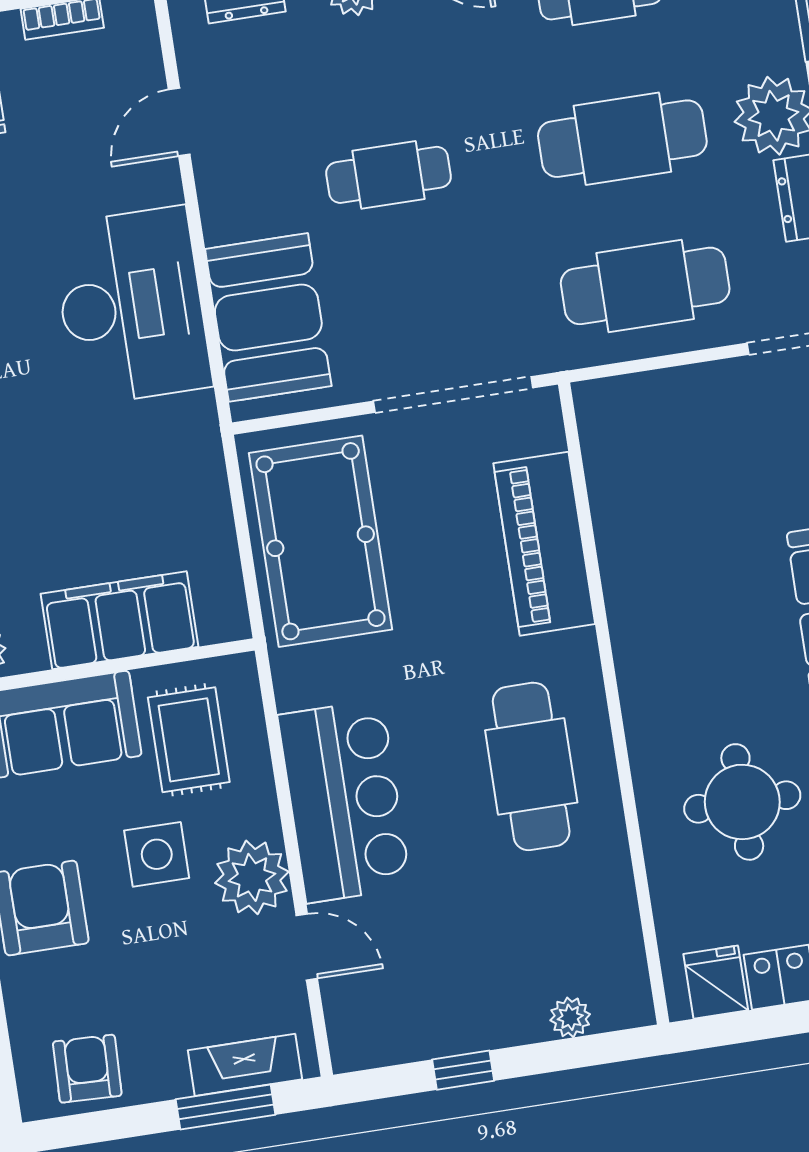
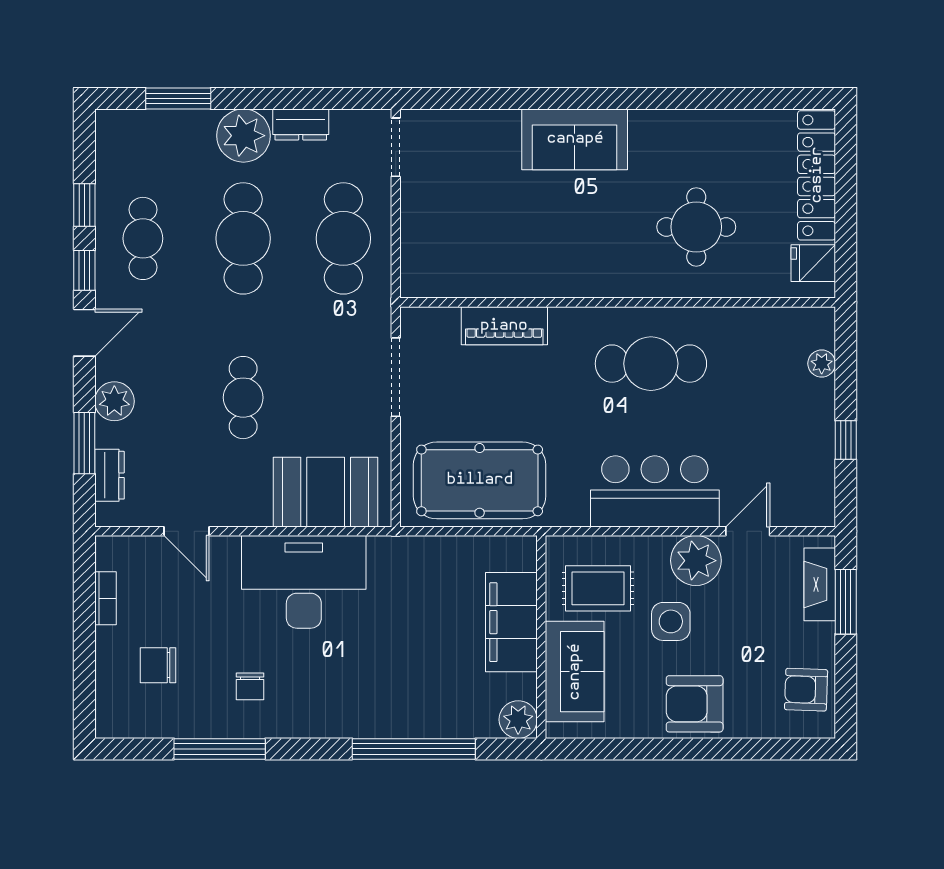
doorway: (453, 394) -> (396, 377), width x0.73
piano: (544, 544) -> (504, 326), width x0.73, depth x0.75

